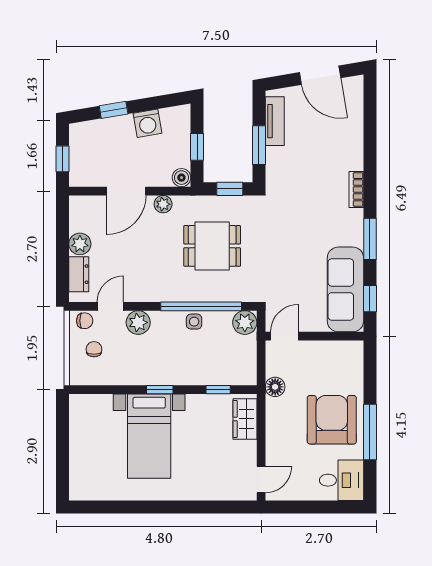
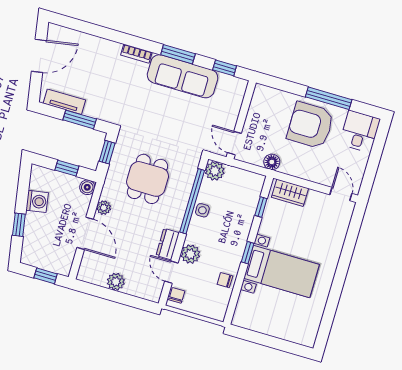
dresser: (79, 274) -> (168, 244), moved, turned -90
sofa: (345, 289) -> (183, 76), moved
chair: (94, 349) -> (225, 280), moved

